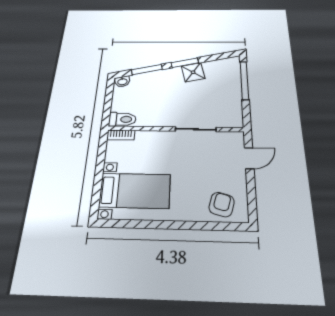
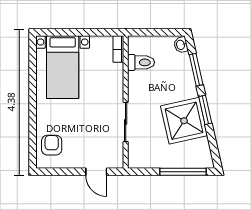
shower: (193, 72) -> (184, 121), width x1.86, depth x1.86
toilet: (122, 119) -> (141, 62), moved, turned -90
armchair: (222, 205) -> (52, 145), turned -105

